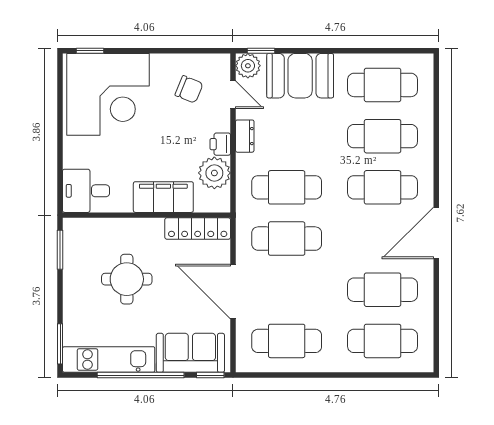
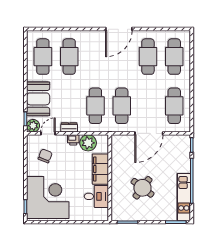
cafe table: (383, 187) -> (95, 57), removed
desk: (86, 191) -> (96, 196), moved, turned -90
locker: (198, 229) -> (117, 151), removed
door: (436, 233) -> (119, 29), hinge flipped
round table: (127, 279) -> (143, 188), turned 37
sofa: (190, 353) -> (180, 155), removed

